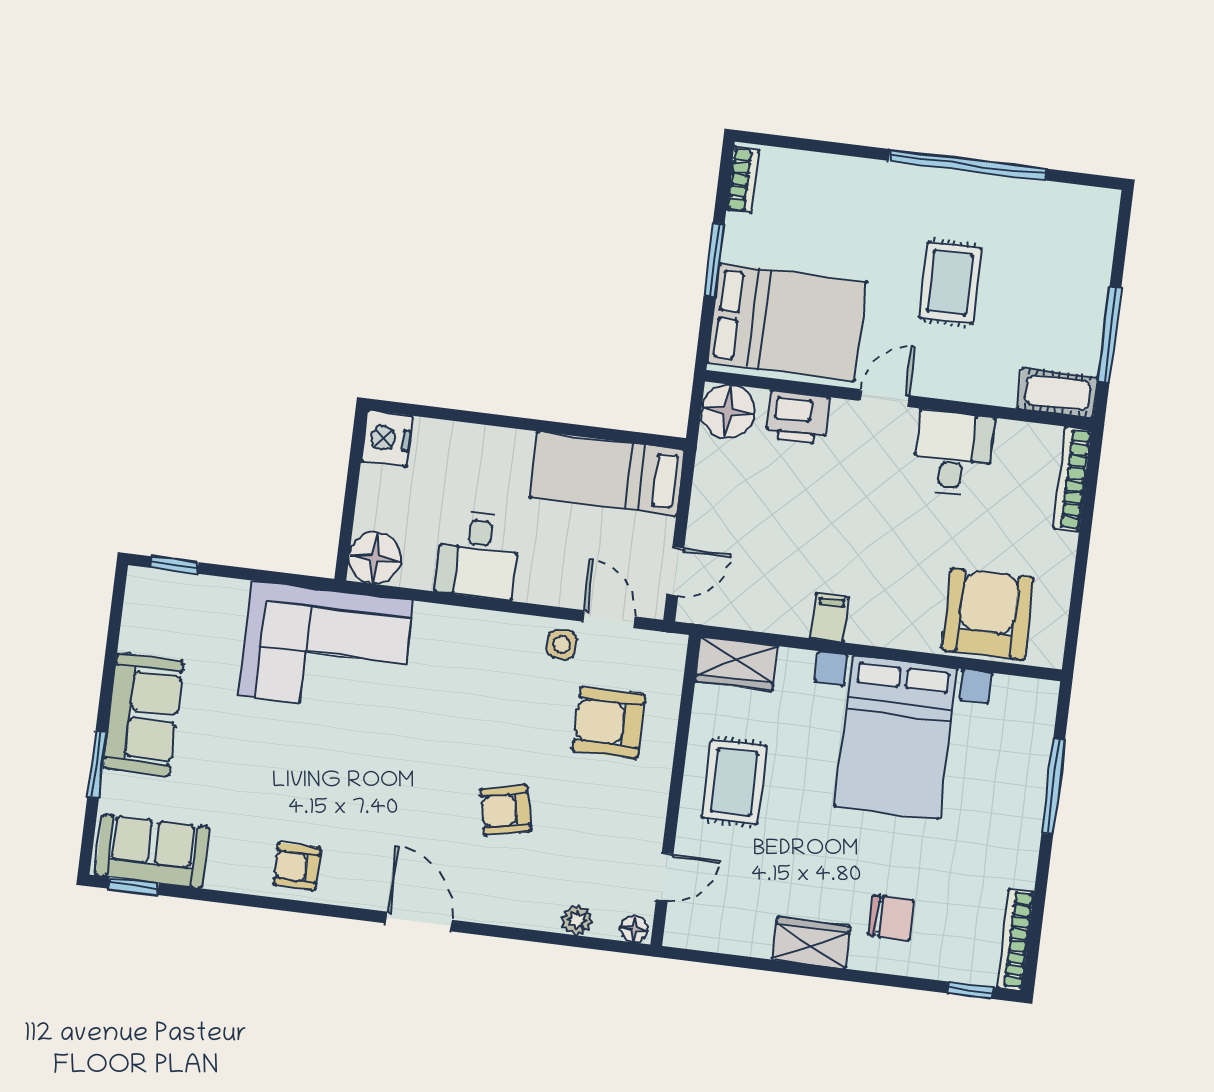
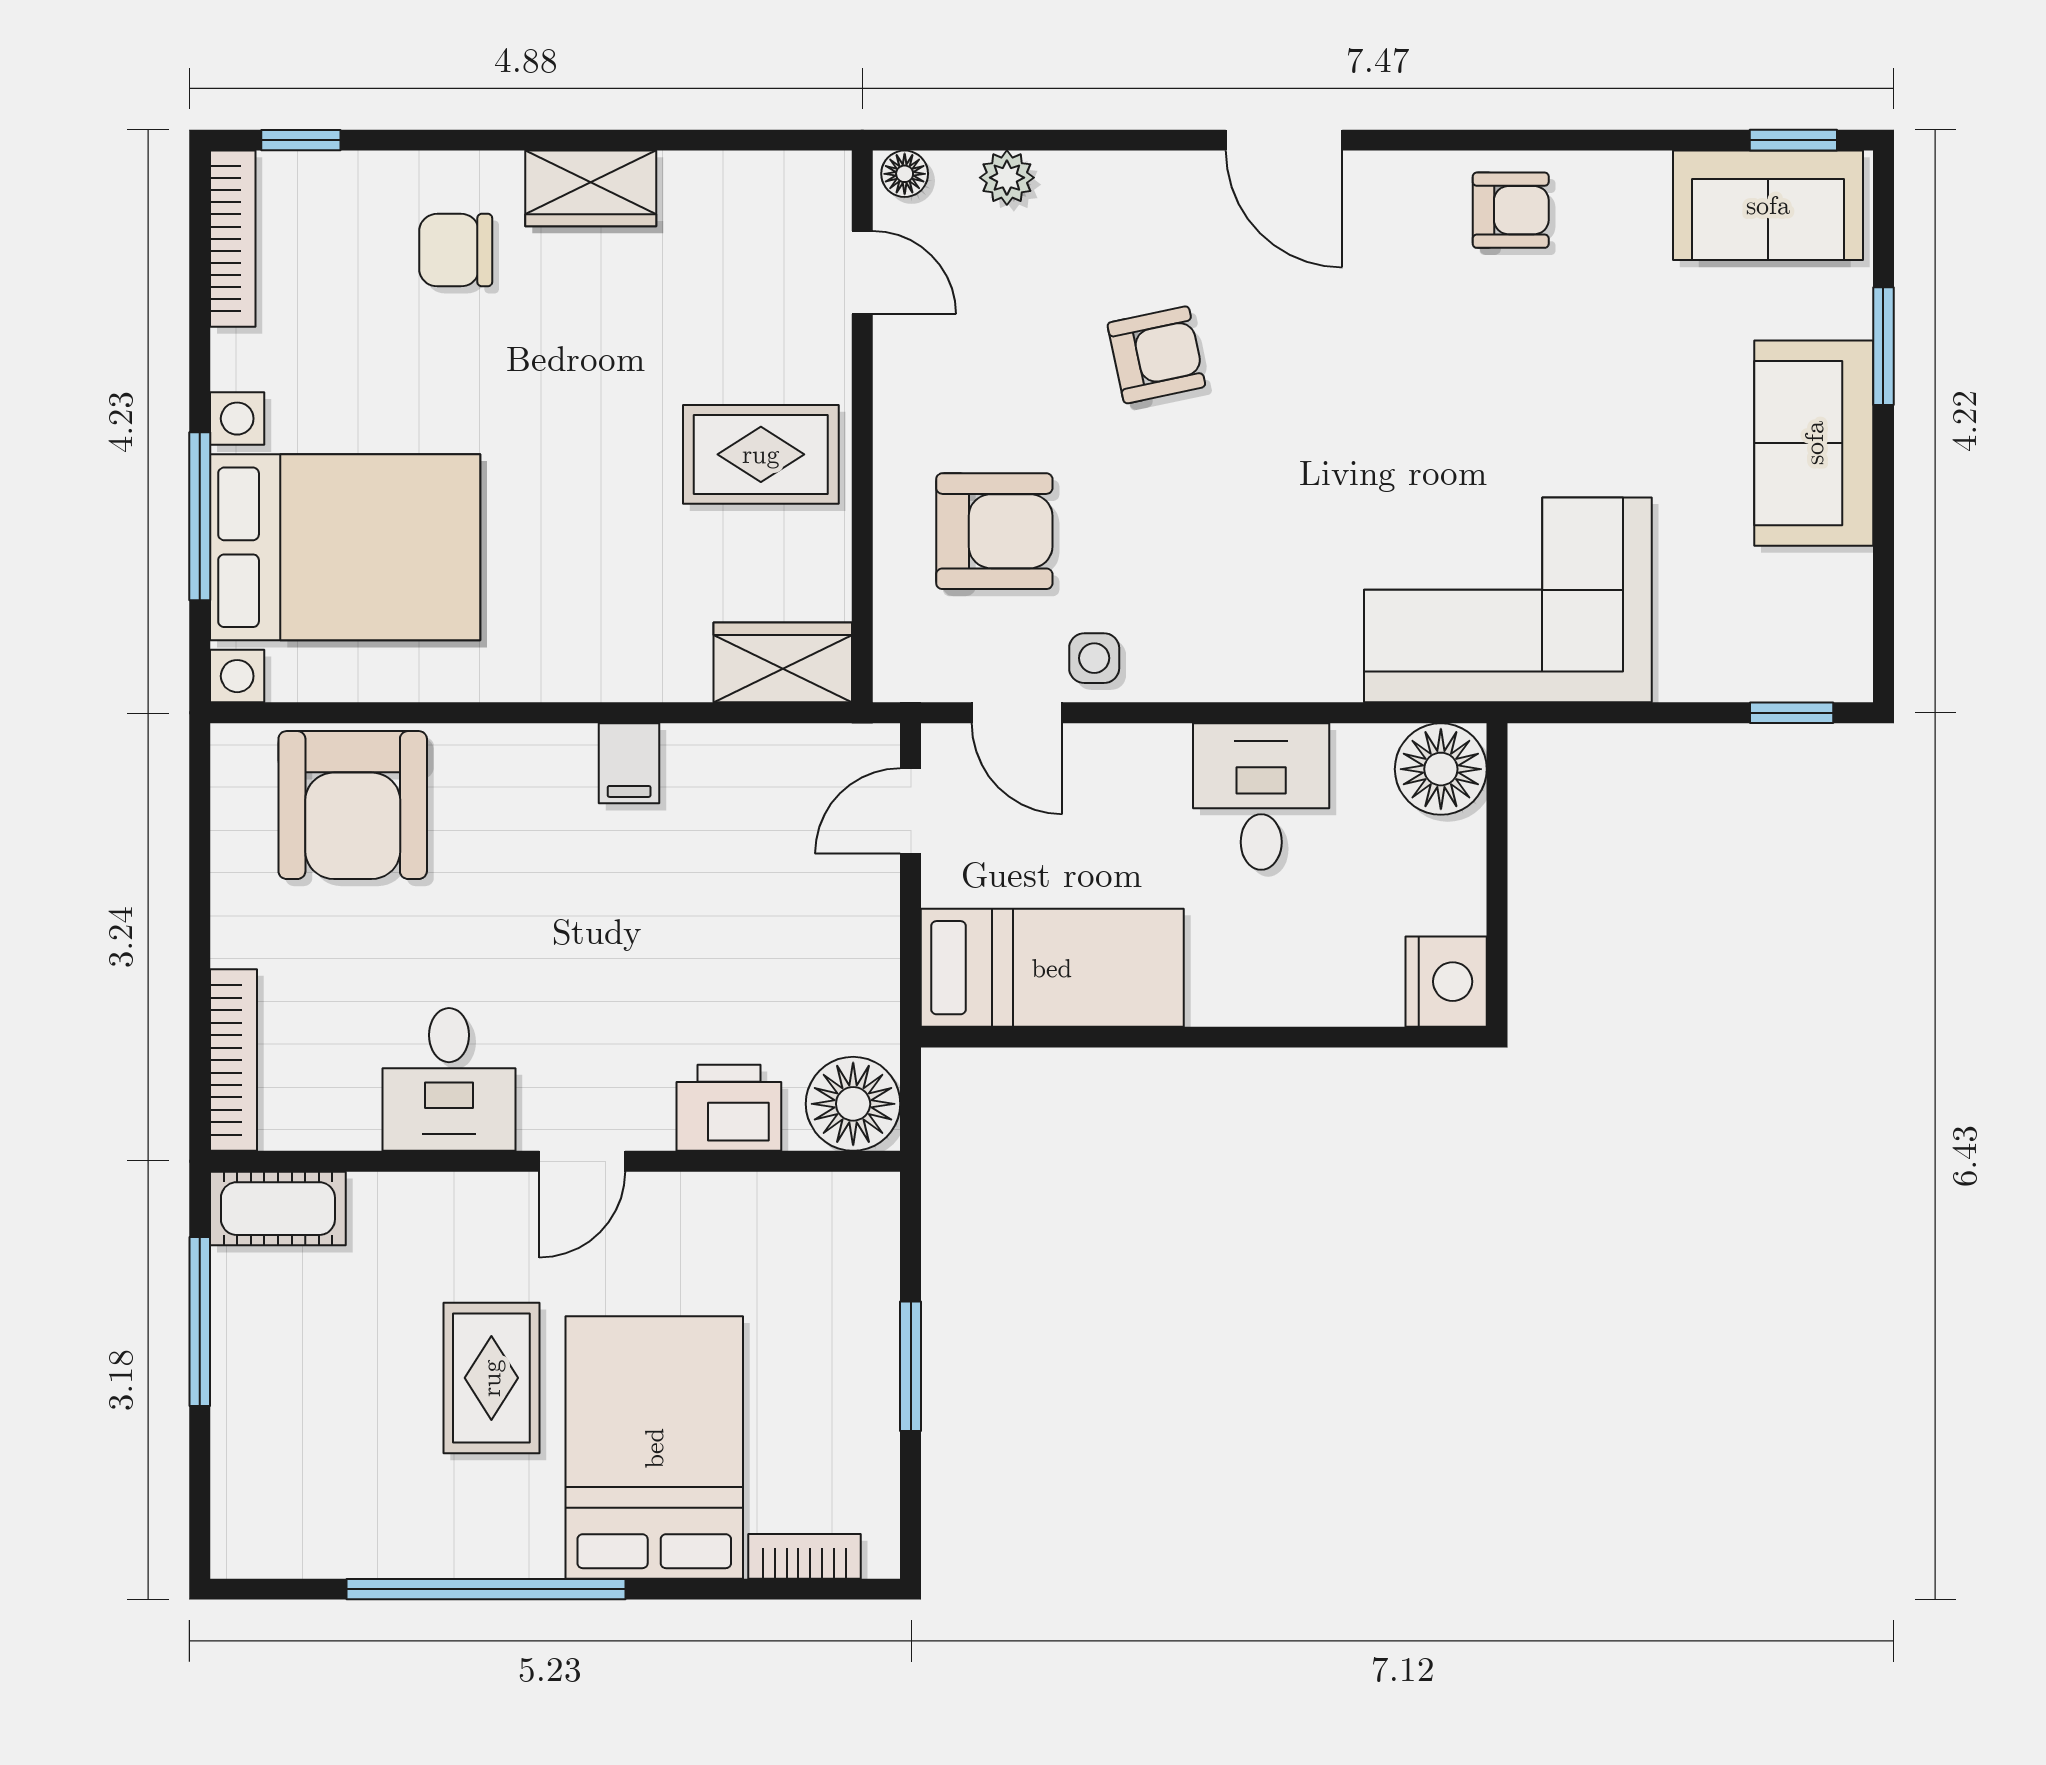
bookcase: (743, 180) -> (804, 1556), moved, turned 90
bed: (787, 322) -> (654, 1448), moved, turned 90
bed with nightstands: (896, 738) -> (345, 547), moved, turned 90
rug: (734, 782) -> (761, 454), turned 90
door: (665, 877) -> (862, 273), swing flipped

